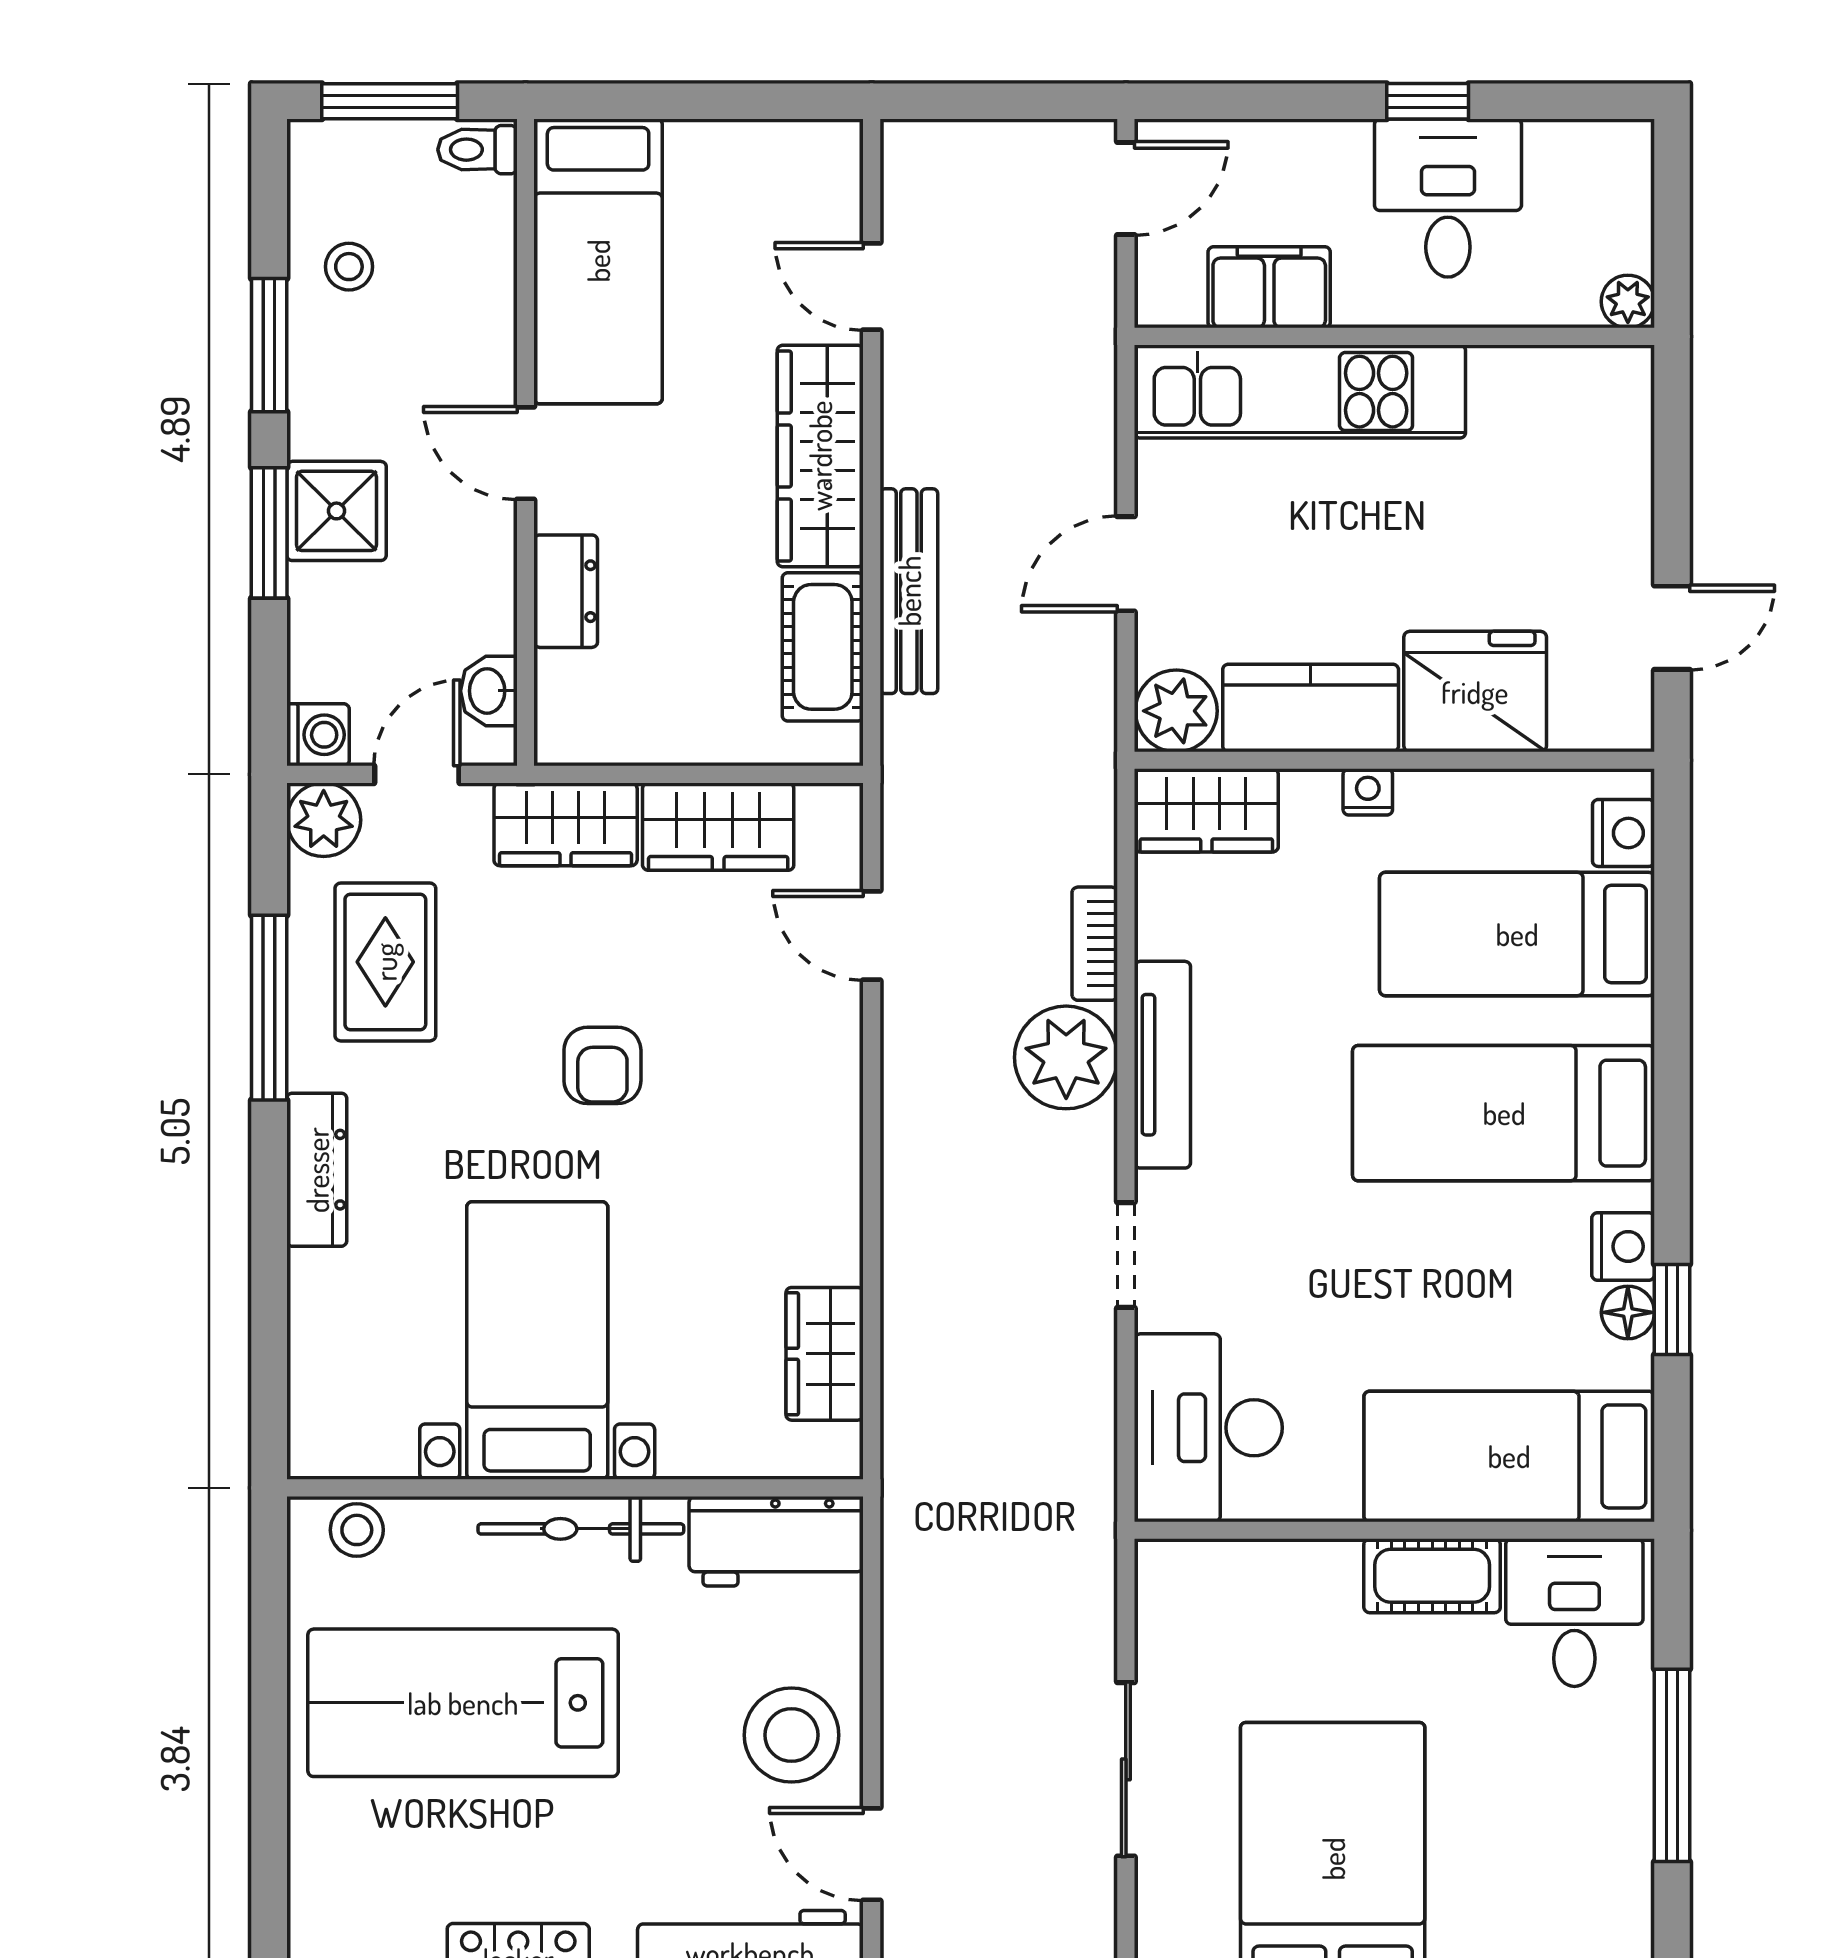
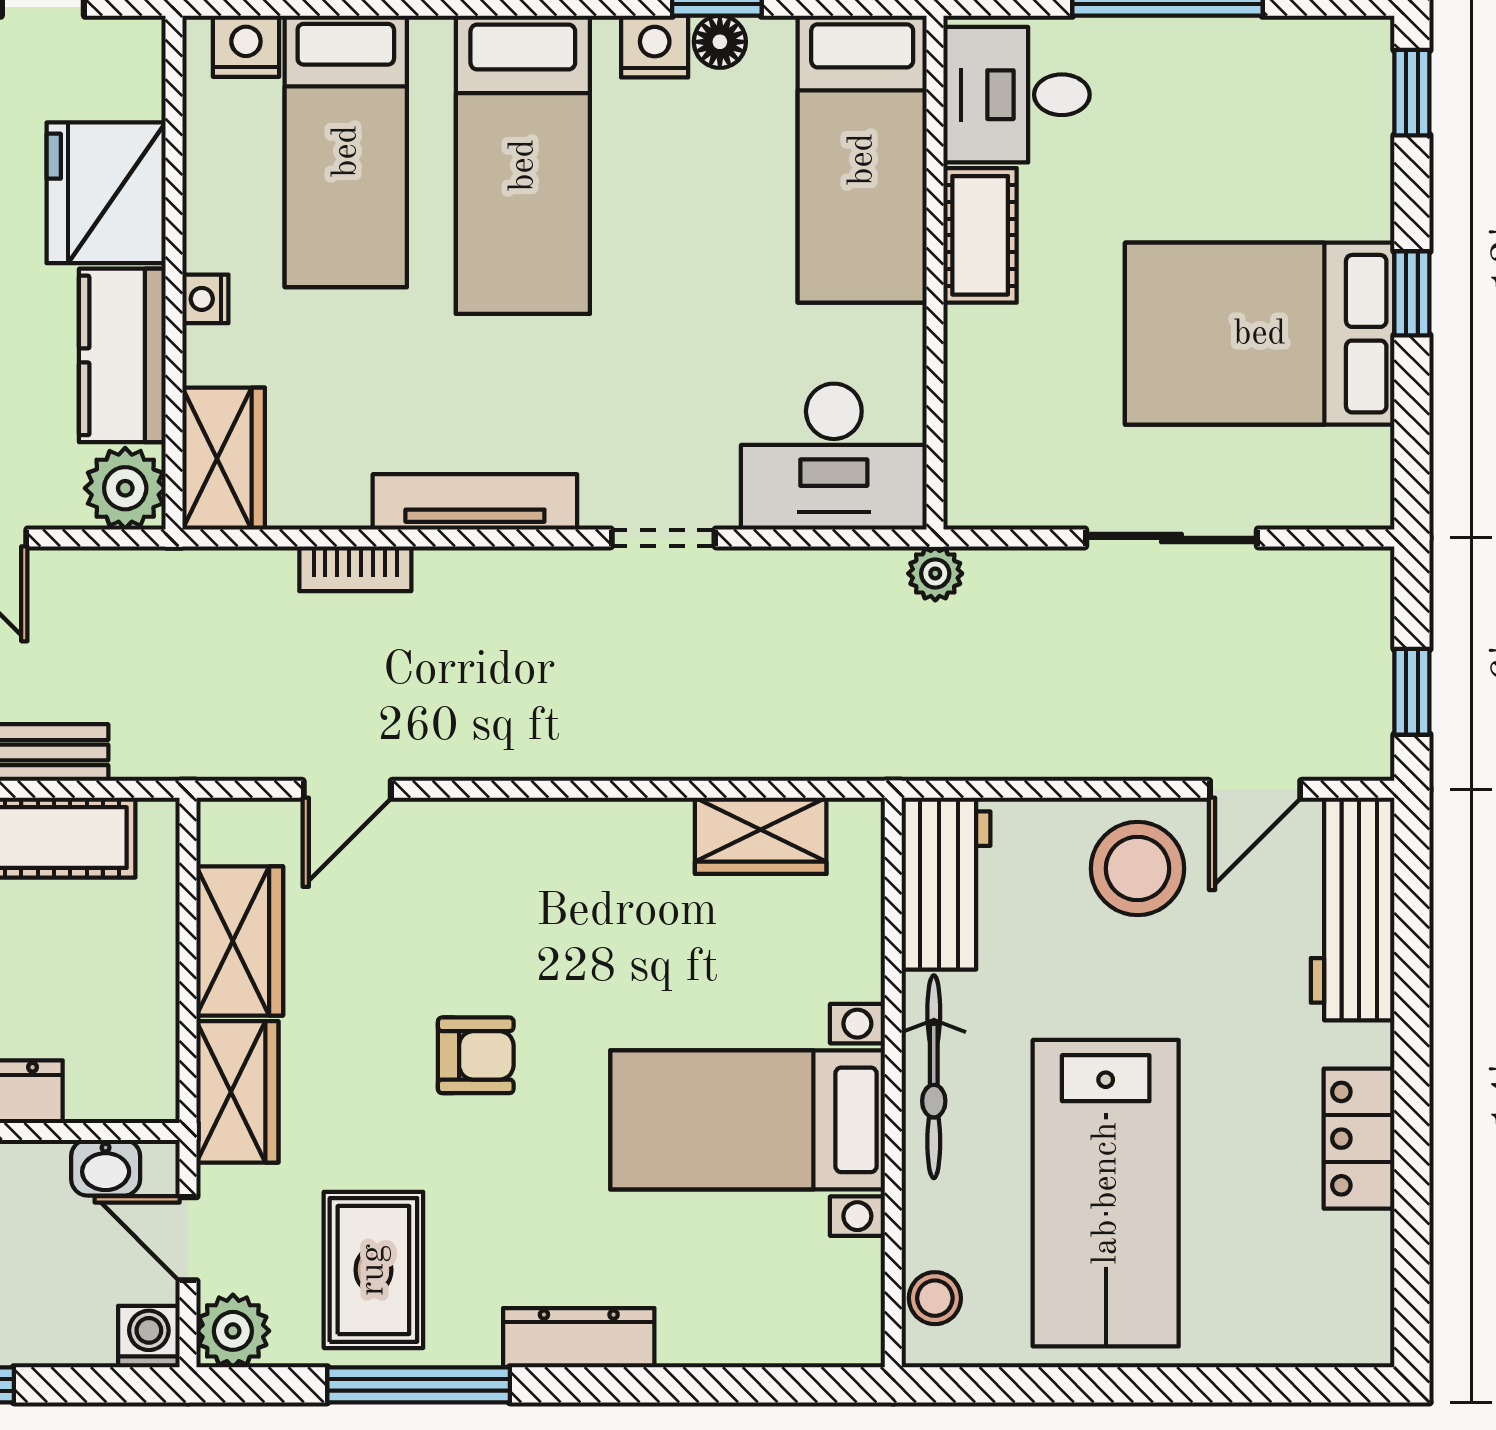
rug: (385, 962) -> (373, 1270), turned 90
plant: (1066, 1057) -> (935, 573), moved, width x0.53, depth x0.53

